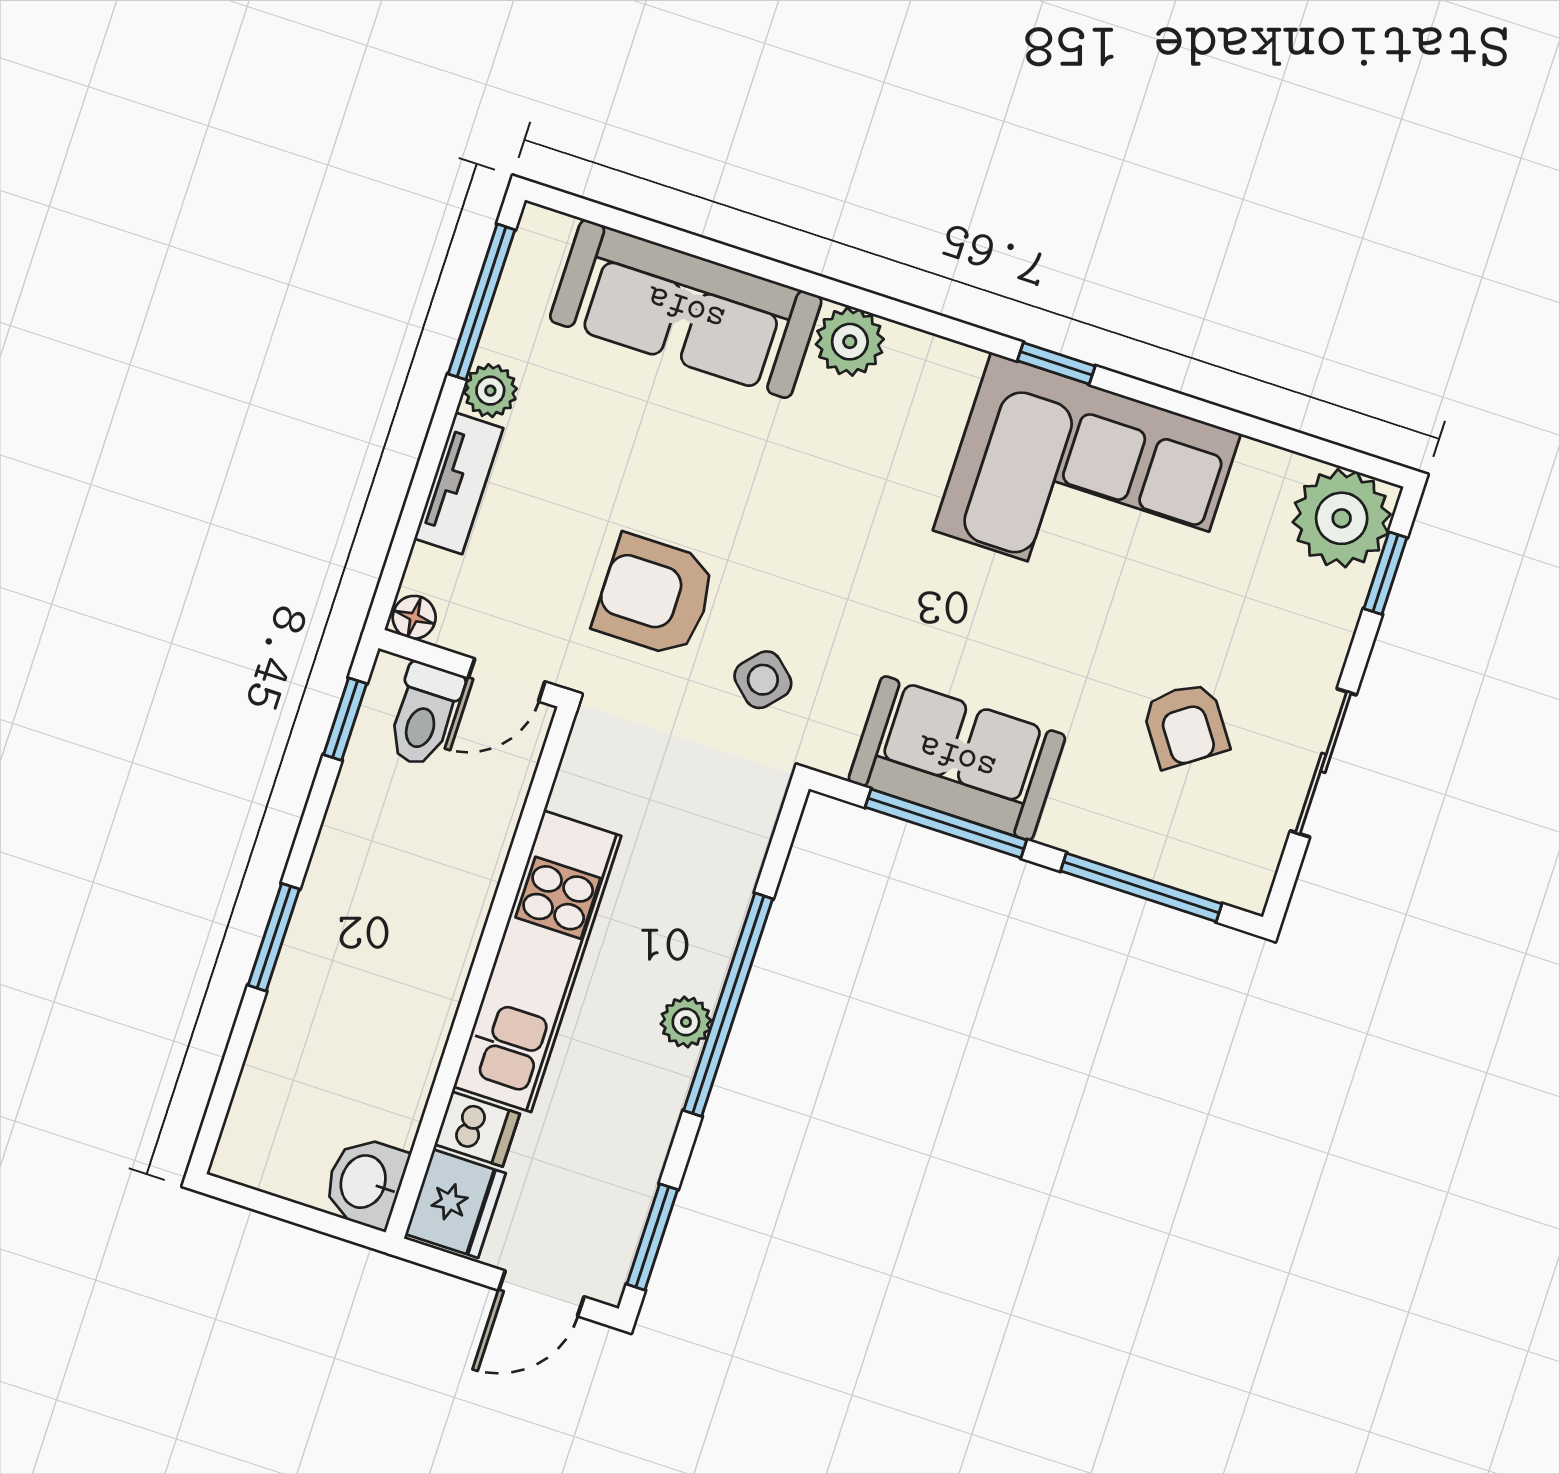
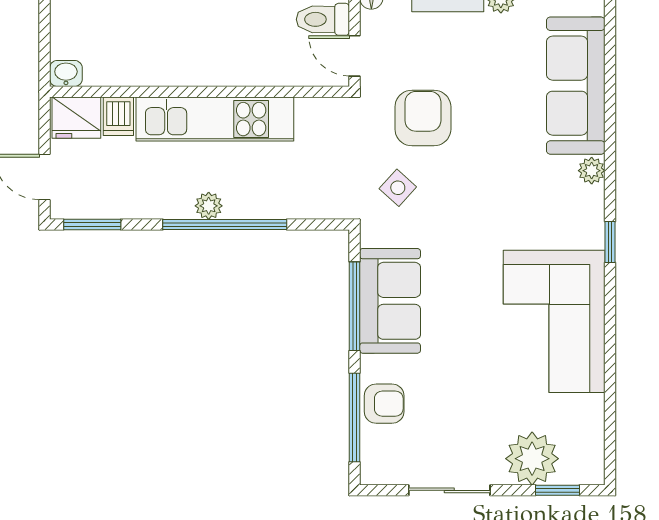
plant: (850, 342) -> (592, 171), width x0.73, depth x0.73
window: (1056, 363) -> (610, 242), moved
plant: (1342, 518) -> (532, 459), moved
armchair: (1185, 725) -> (384, 404), moved, turned -145
washbasin: (365, 1182) -> (66, 73), width x0.72, depth x0.69

